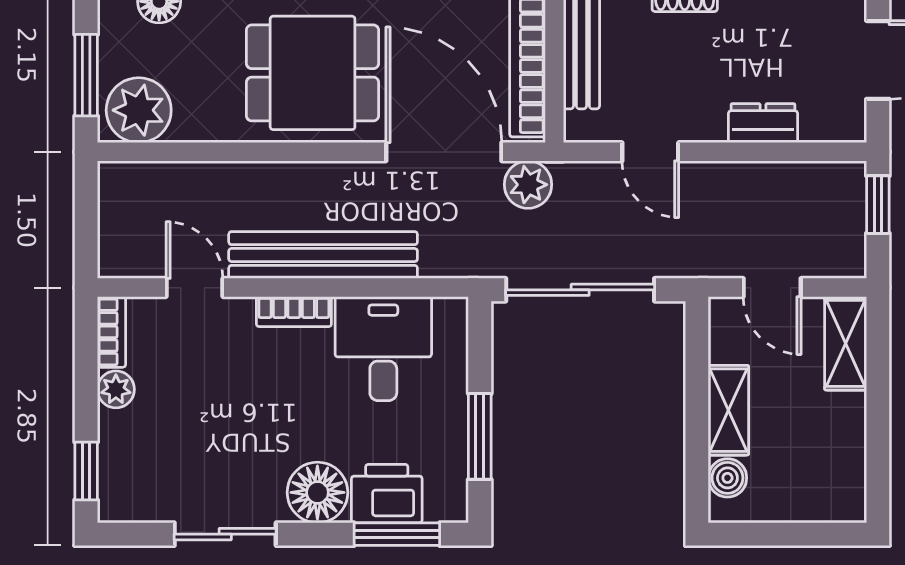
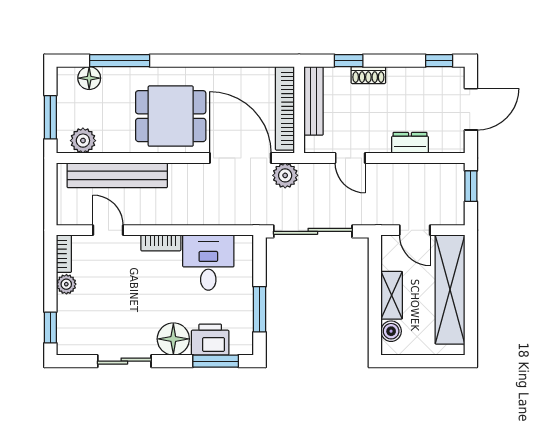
plant: (139, 110) -> (83, 141), width x0.73, depth x0.73
bench: (323, 255) -> (117, 175), moved
shelving: (846, 343) -> (450, 289), width x2.20, depth x1.33

